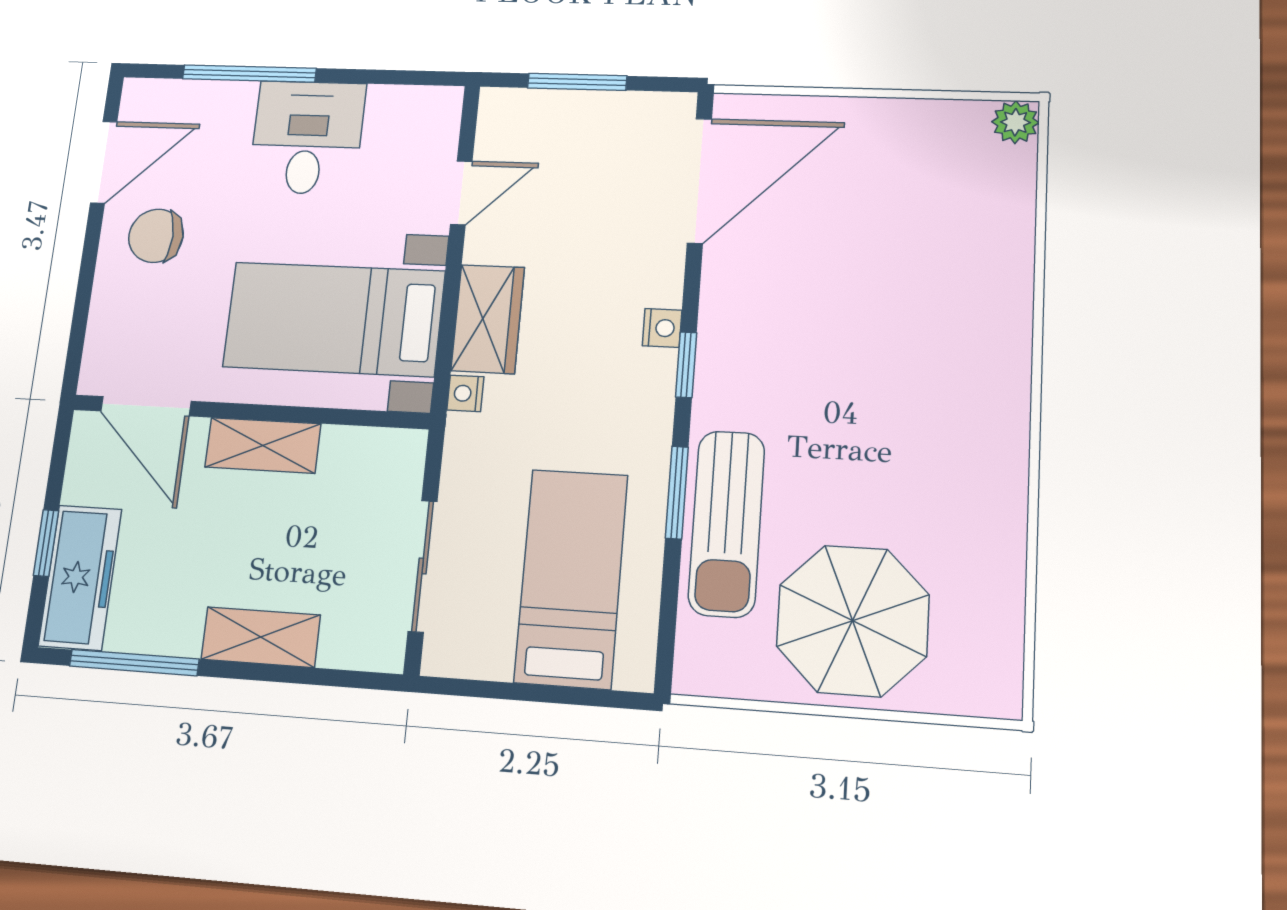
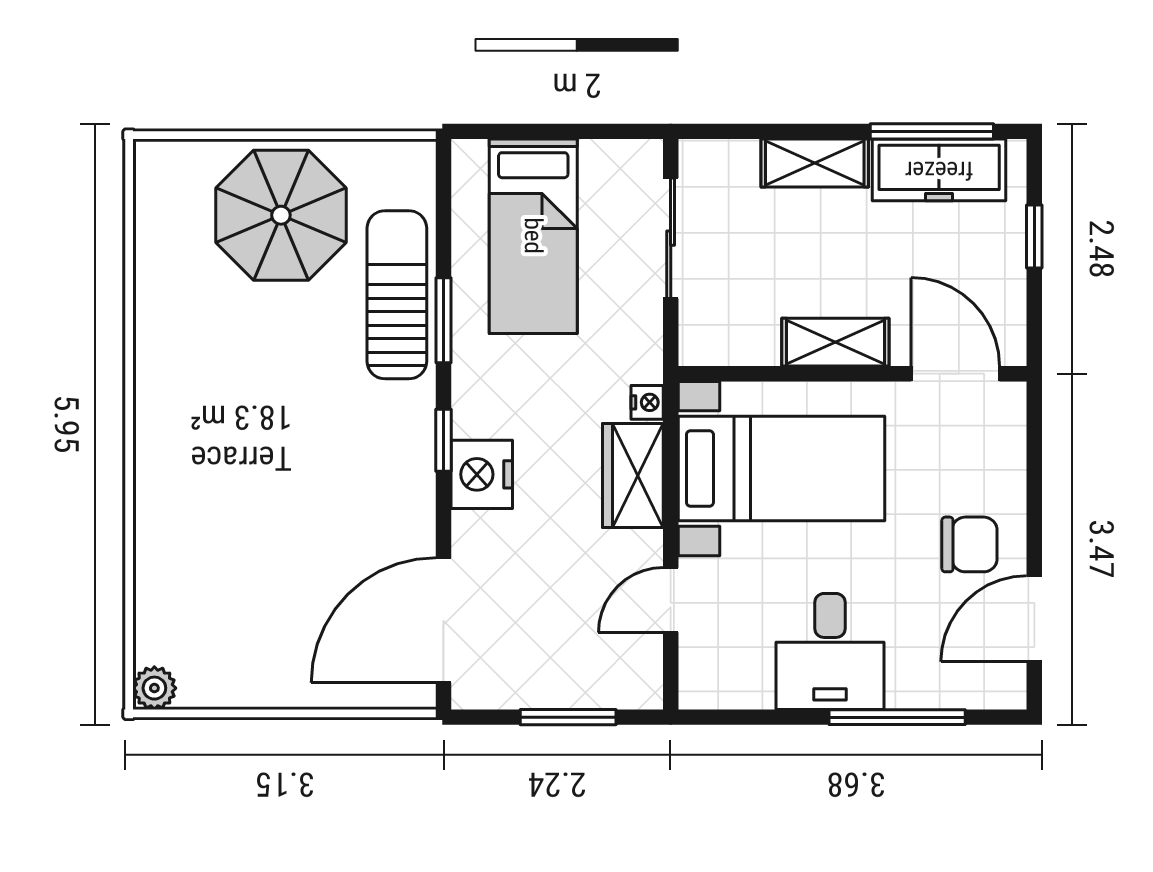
nightstand: (662, 328) -> (482, 474), width x1.89, depth x1.79
freezer: (80, 577) -> (939, 170), moved, turned -90

